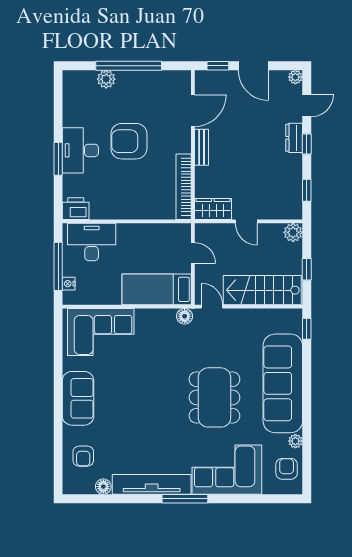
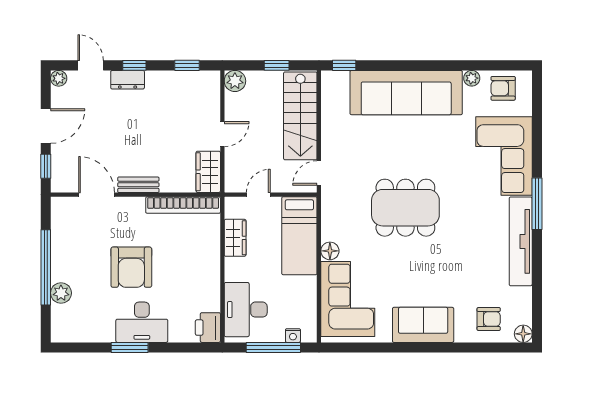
window: (58, 159) -> (130, 347), moved
wardrobe: (155, 233) -> (235, 238), added
floor lamp: (185, 316) -> (330, 251), moved
dining table: (214, 397) -> (405, 208), moved
floor lamp: (103, 487) -> (523, 334), moved

